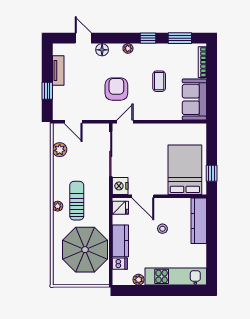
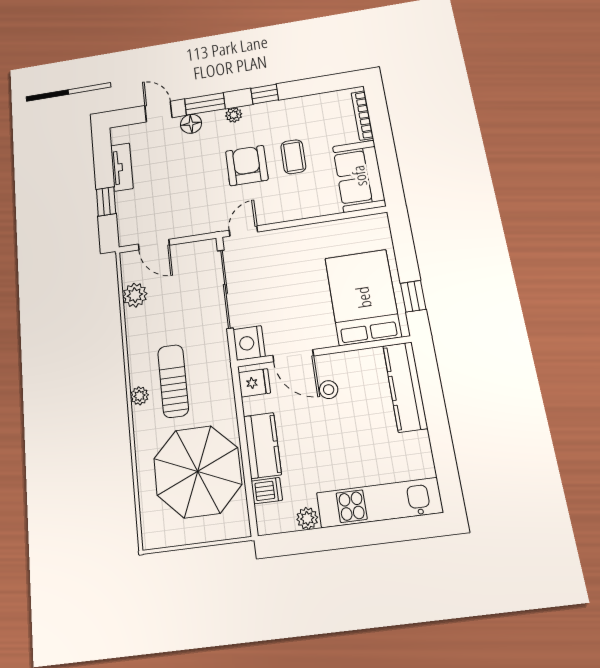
window: (180, 38) -> (205, 104), moved
armchair: (116, 89) -> (247, 166), moved
stool: (162, 229) -> (329, 390), moved

